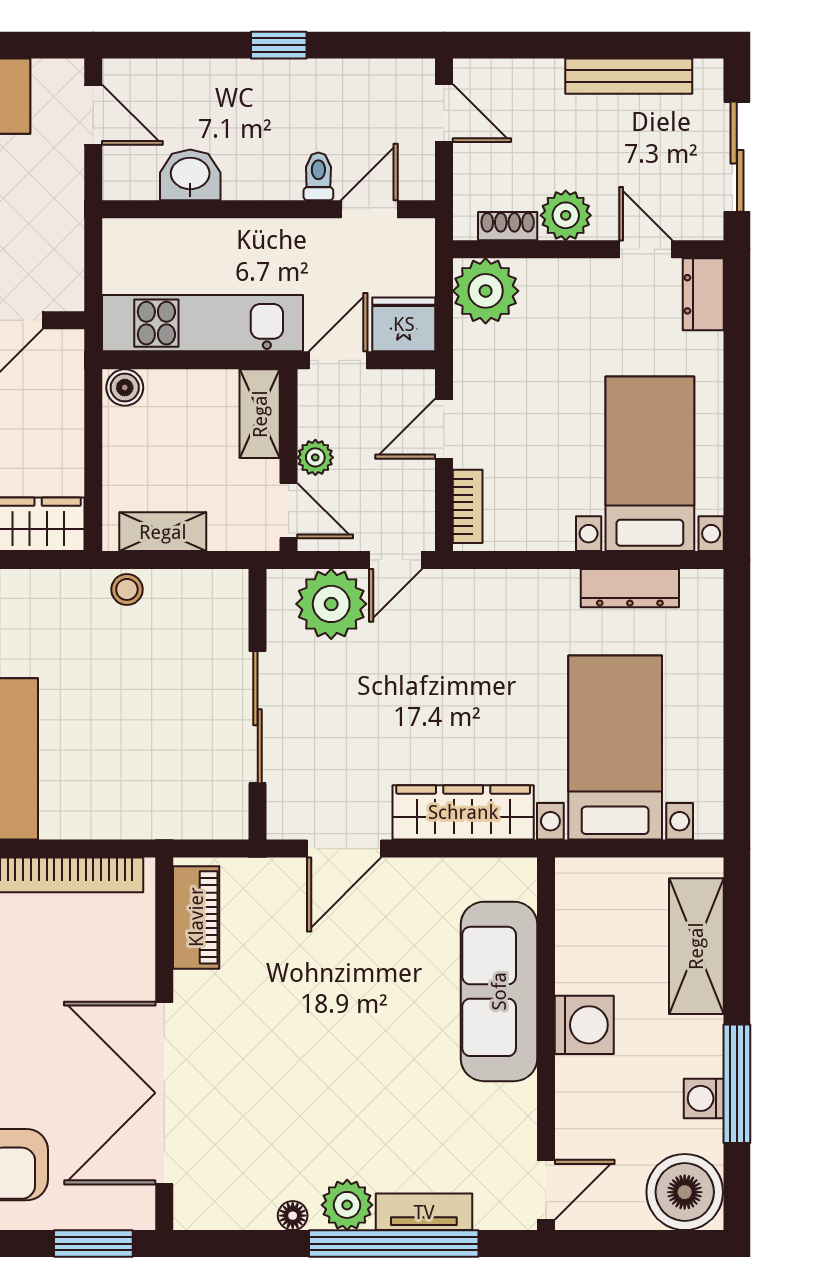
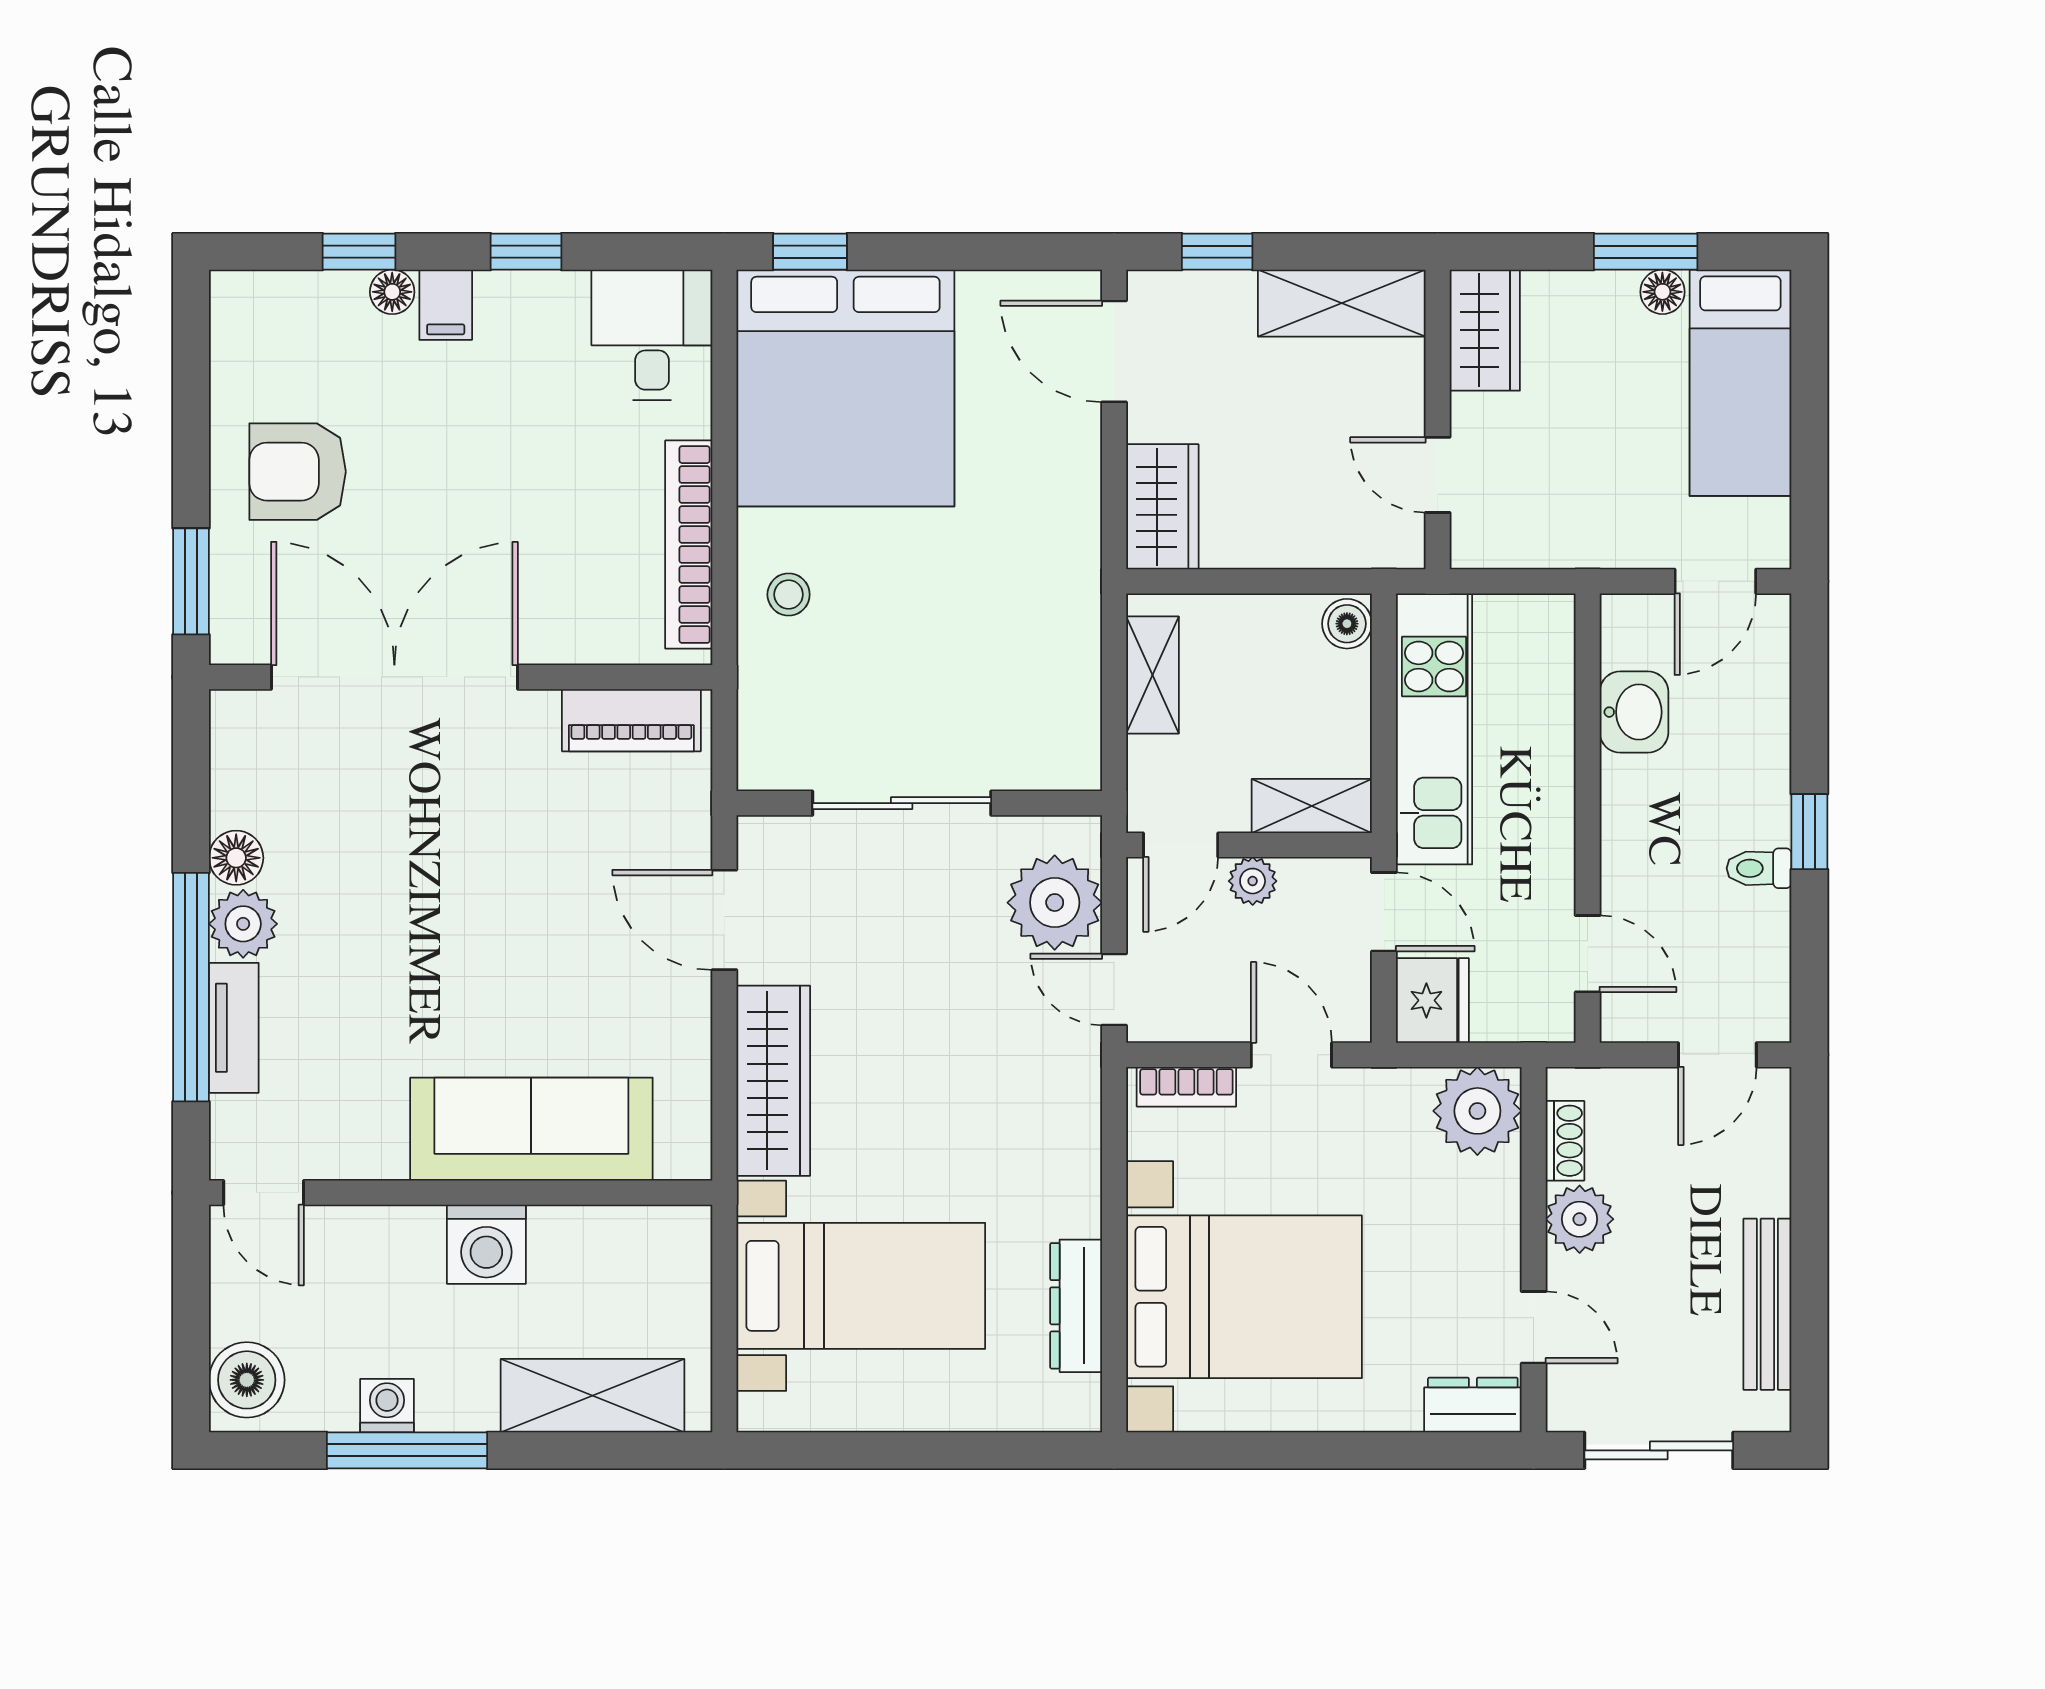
toilet: (318, 176) -> (1759, 868), moved, turned 180
door: (646, 249) -> (1534, 1327), hinge flipped
bed with nightstands: (650, 464) -> (1244, 1297), width x1.36
stool: (127, 589) -> (789, 595), moved
boiler: (685, 1192) -> (247, 1380), width x0.73, depth x0.73
floor lamp: (293, 1216) -> (236, 858), width x1.37, depth x1.37

